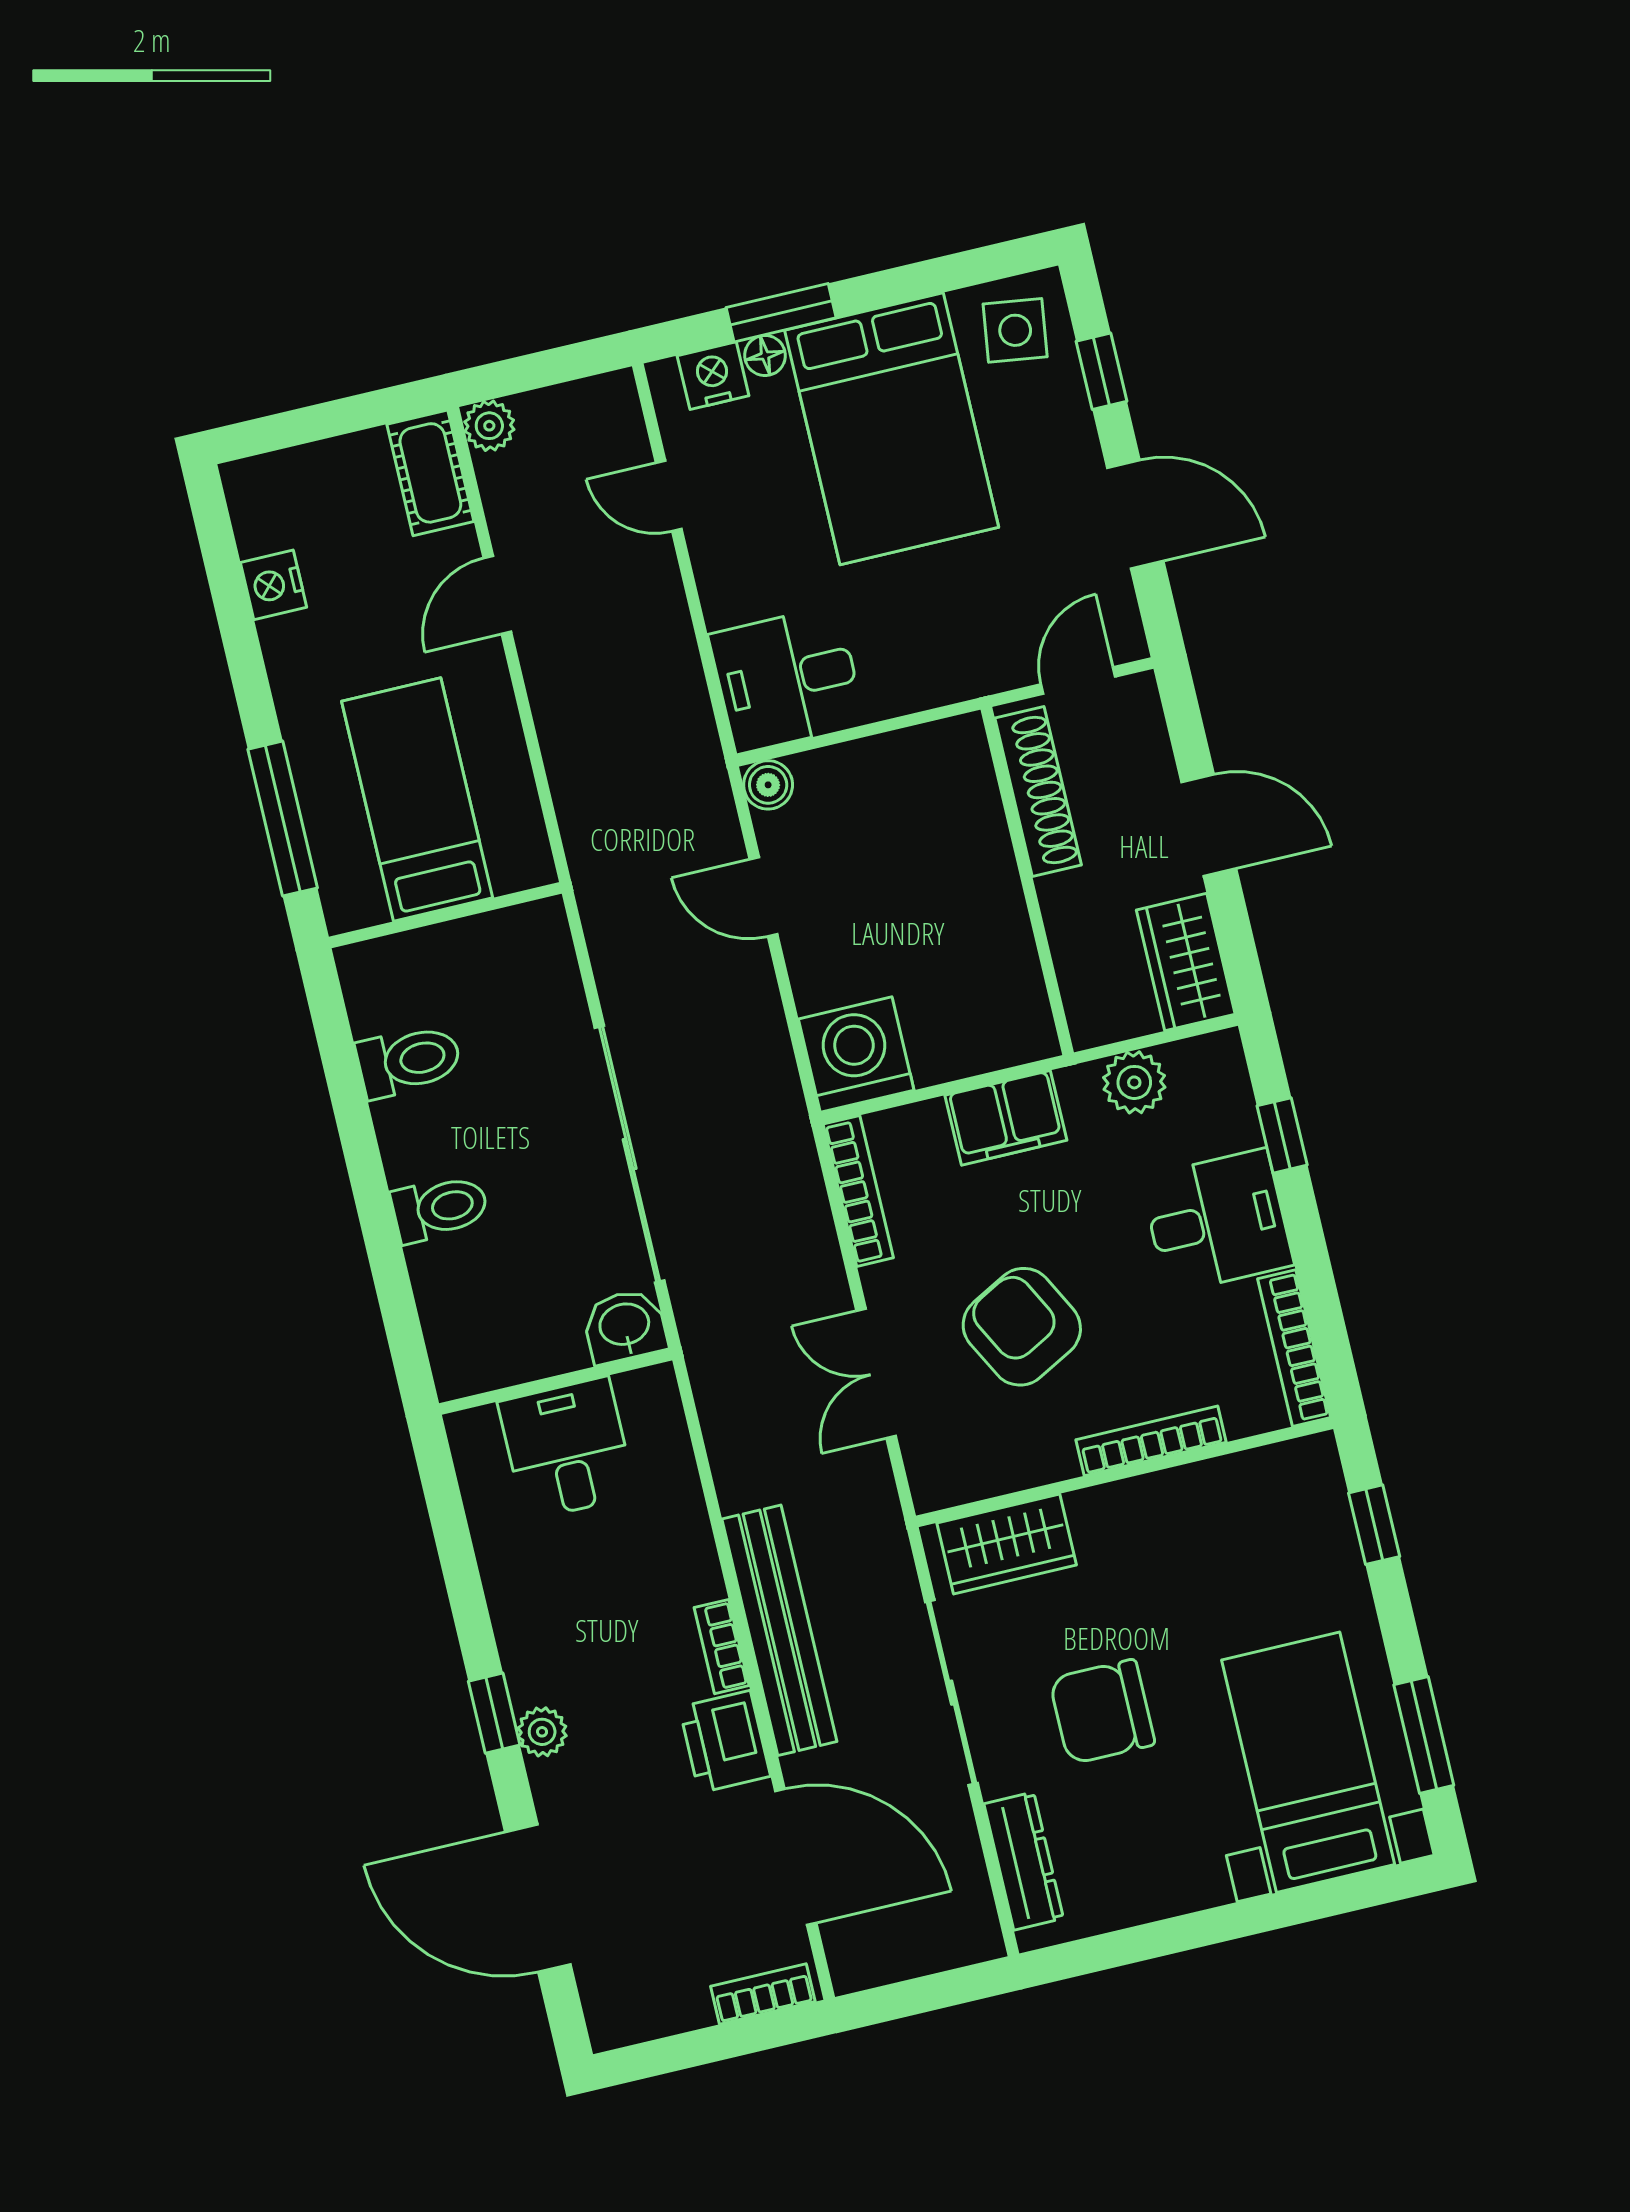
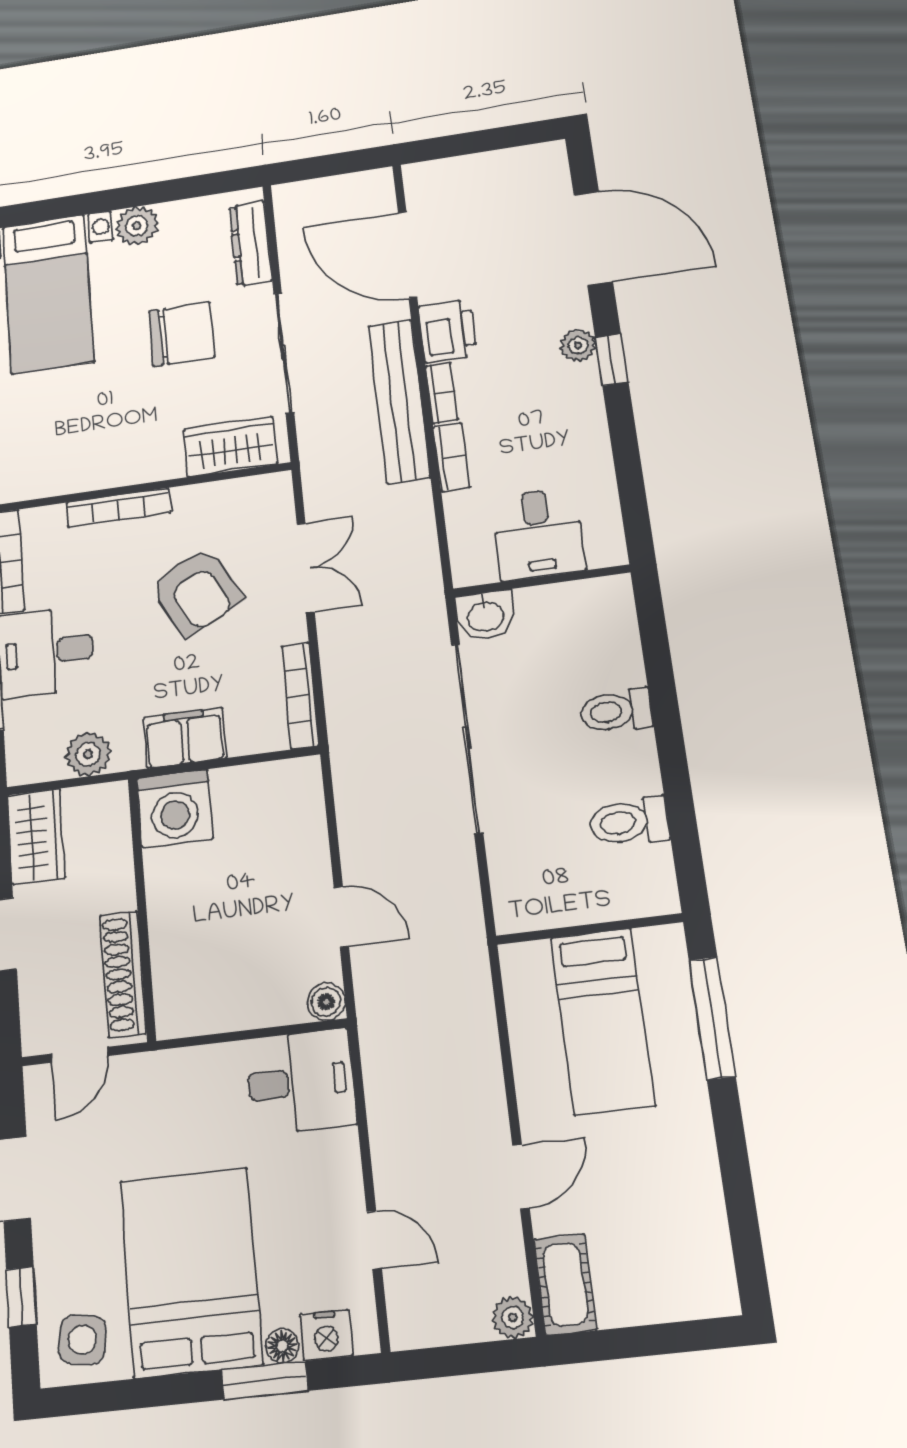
nightstand: (274, 585) -> (703, 1208), removed
washing machine: (856, 1055) -> (175, 808), moved
plant: (1195, 1880) -> (137, 226), added
bookcase: (763, 1994) -> (451, 457), moved, turned -90

